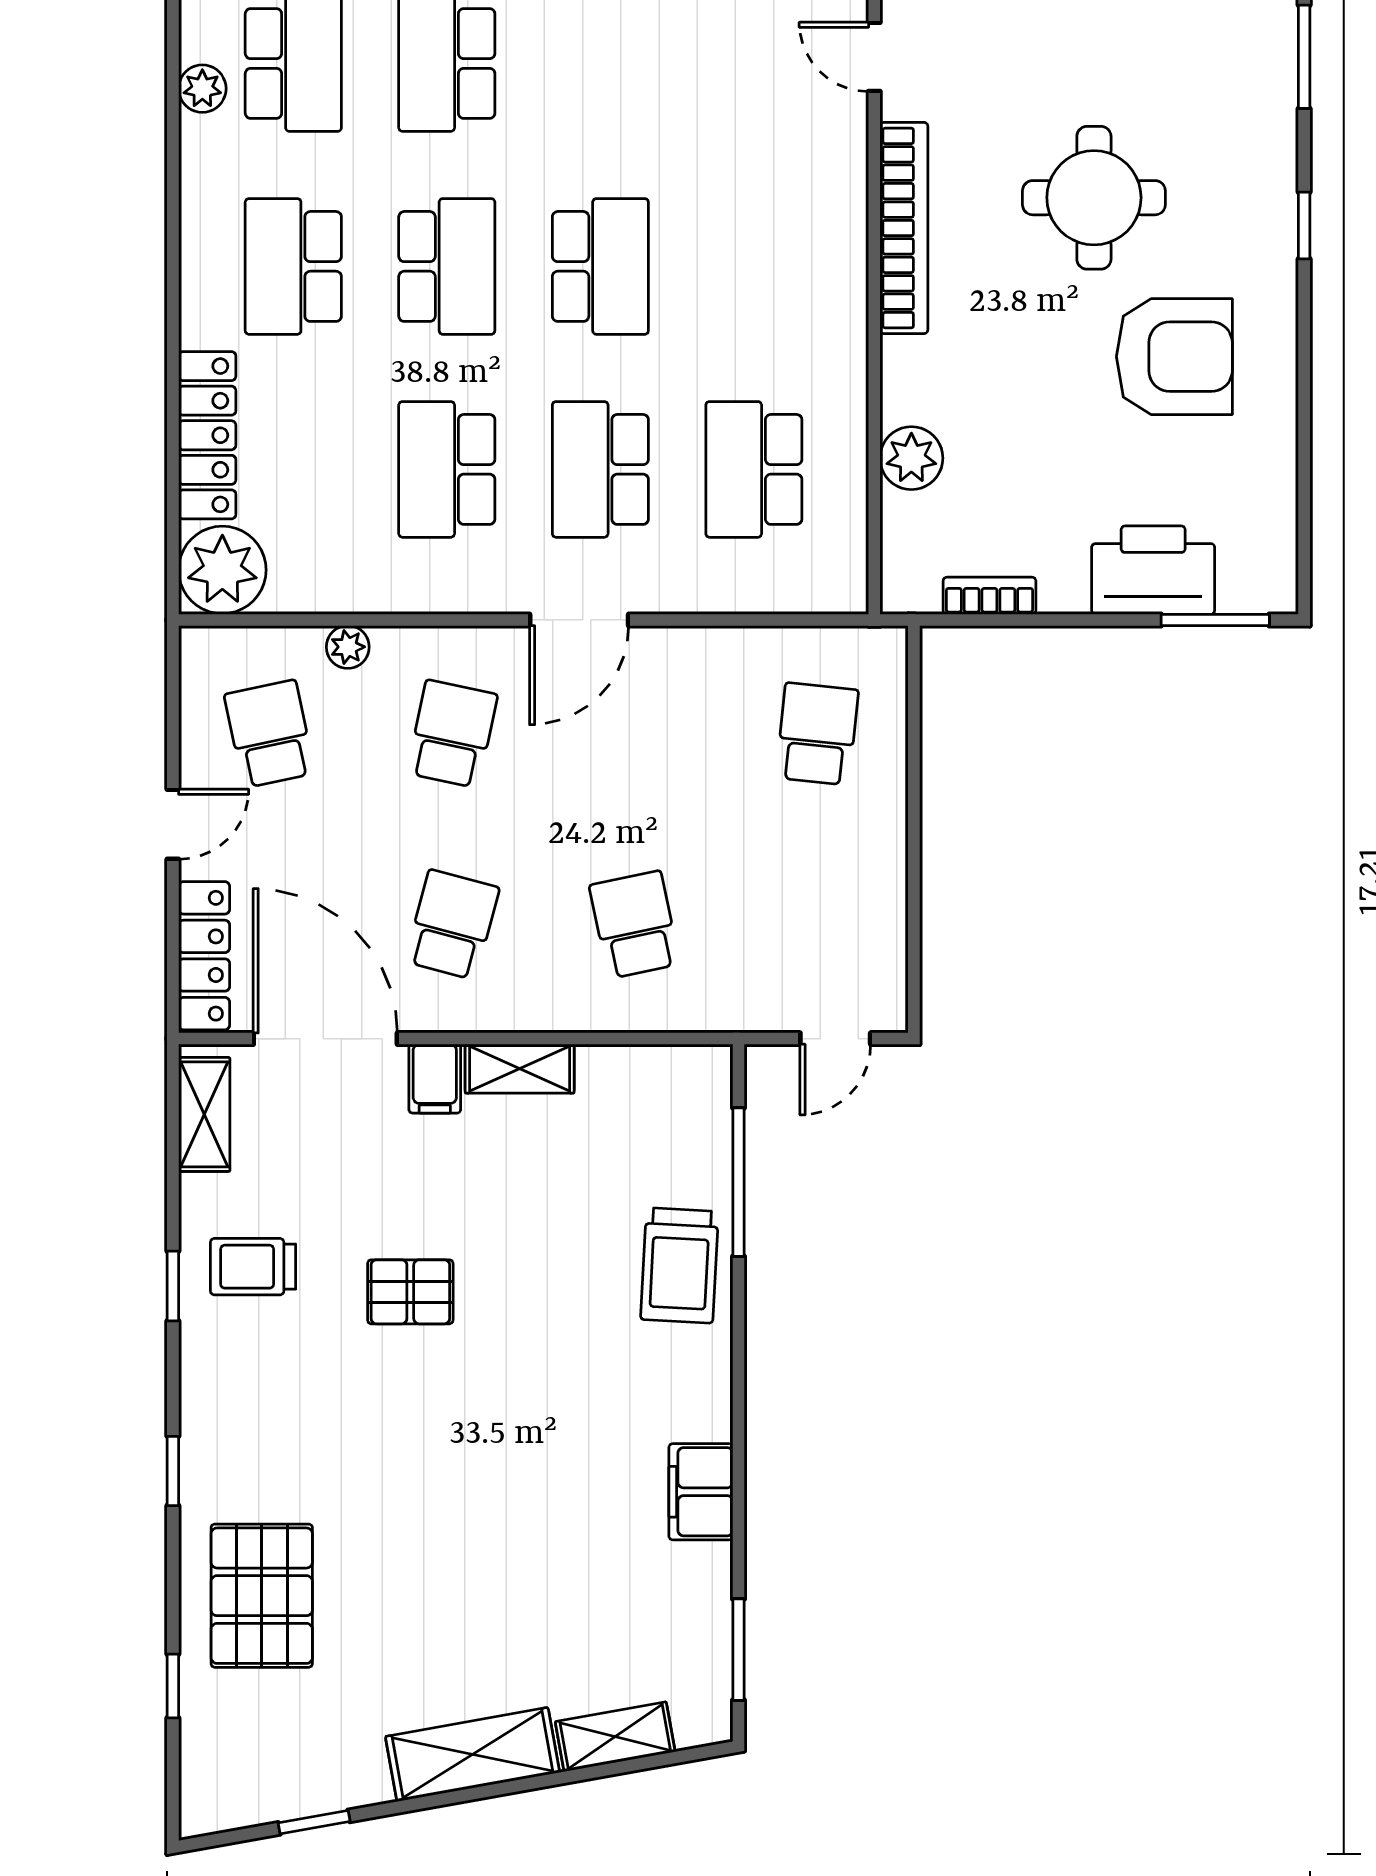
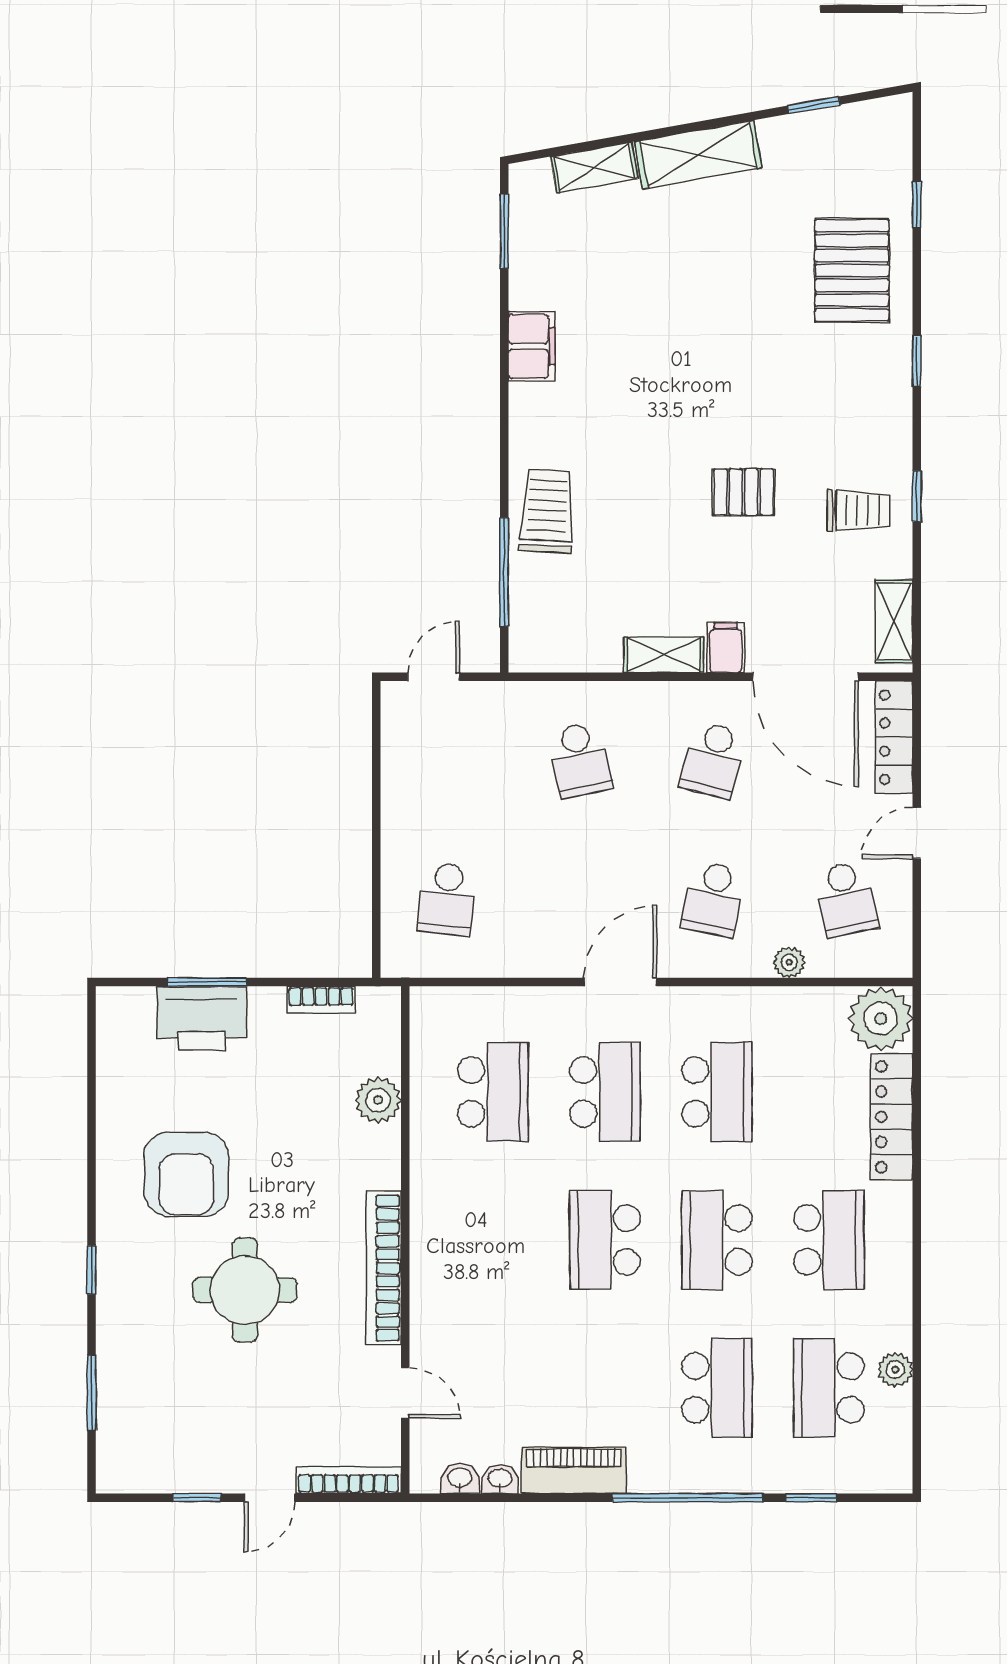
armchair: (1174, 357) -> (186, 1174), turned -90
window: (1215, 620) -> (207, 982), moved

